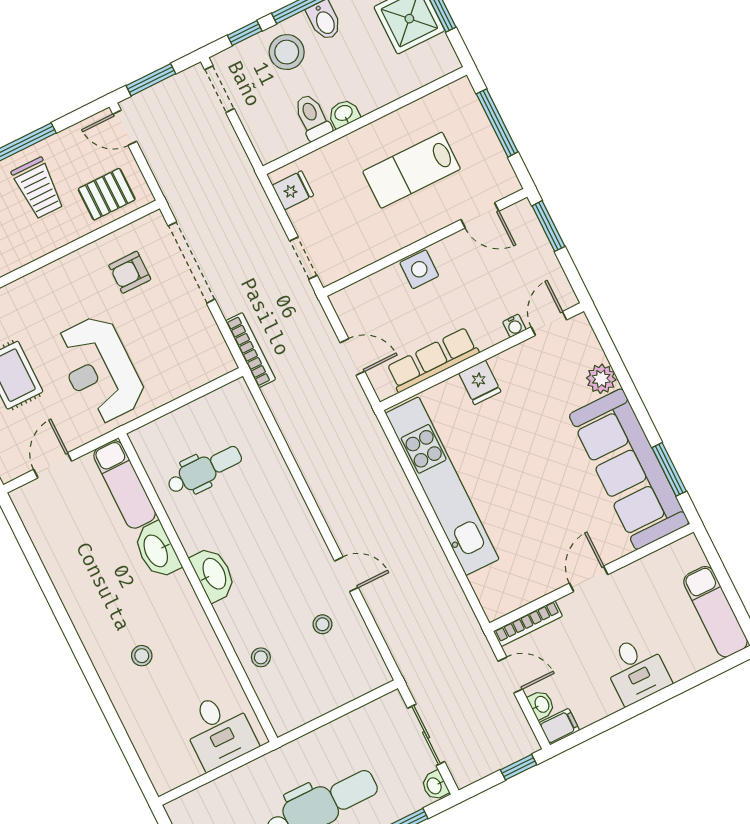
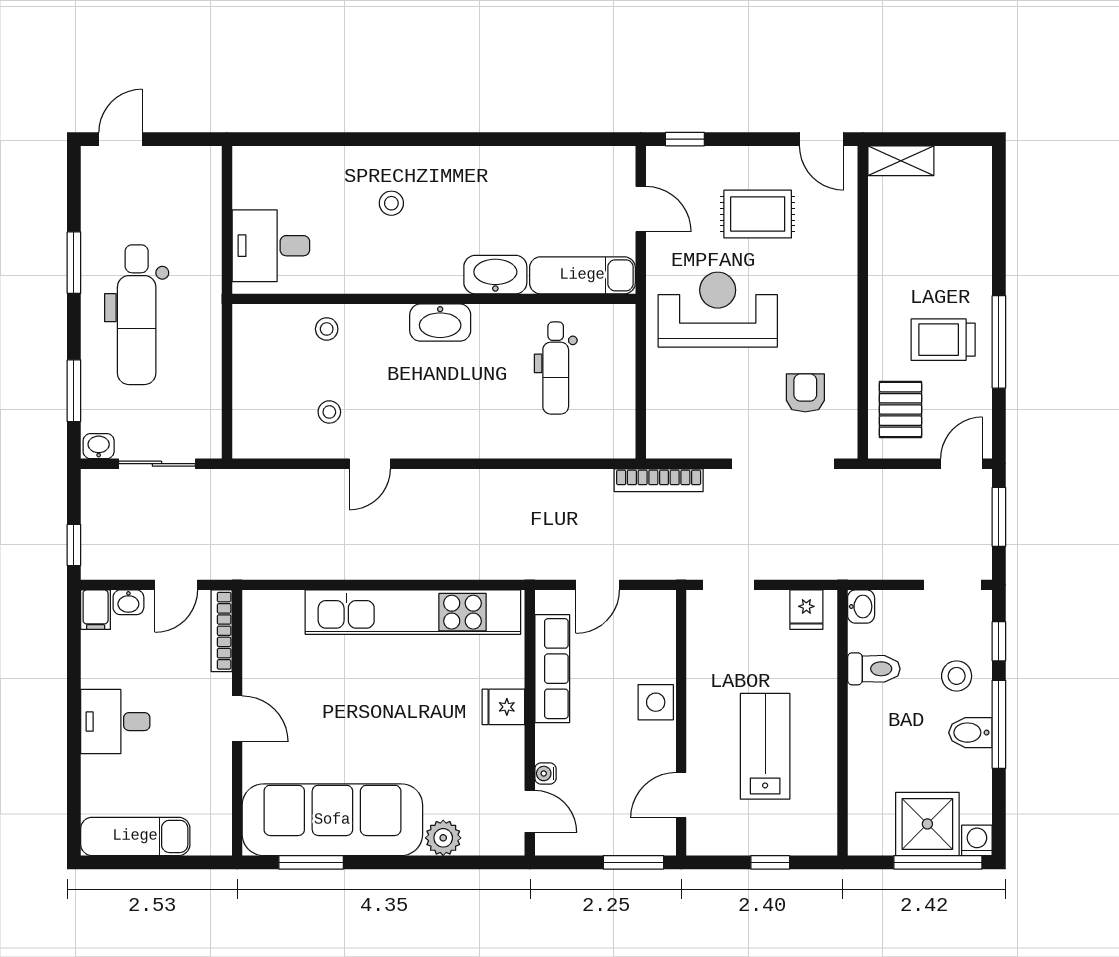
stool: (287, 52) -> (957, 676), width x0.73, depth x0.73
washbasin: (344, 114) -> (861, 607), moved
window: (497, 123) -> (770, 862), width x0.46

